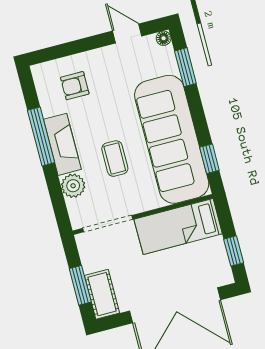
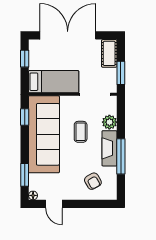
armchair: (75, 86) -> (93, 181), turned 61
window: (80, 285) -> (121, 73), moved

